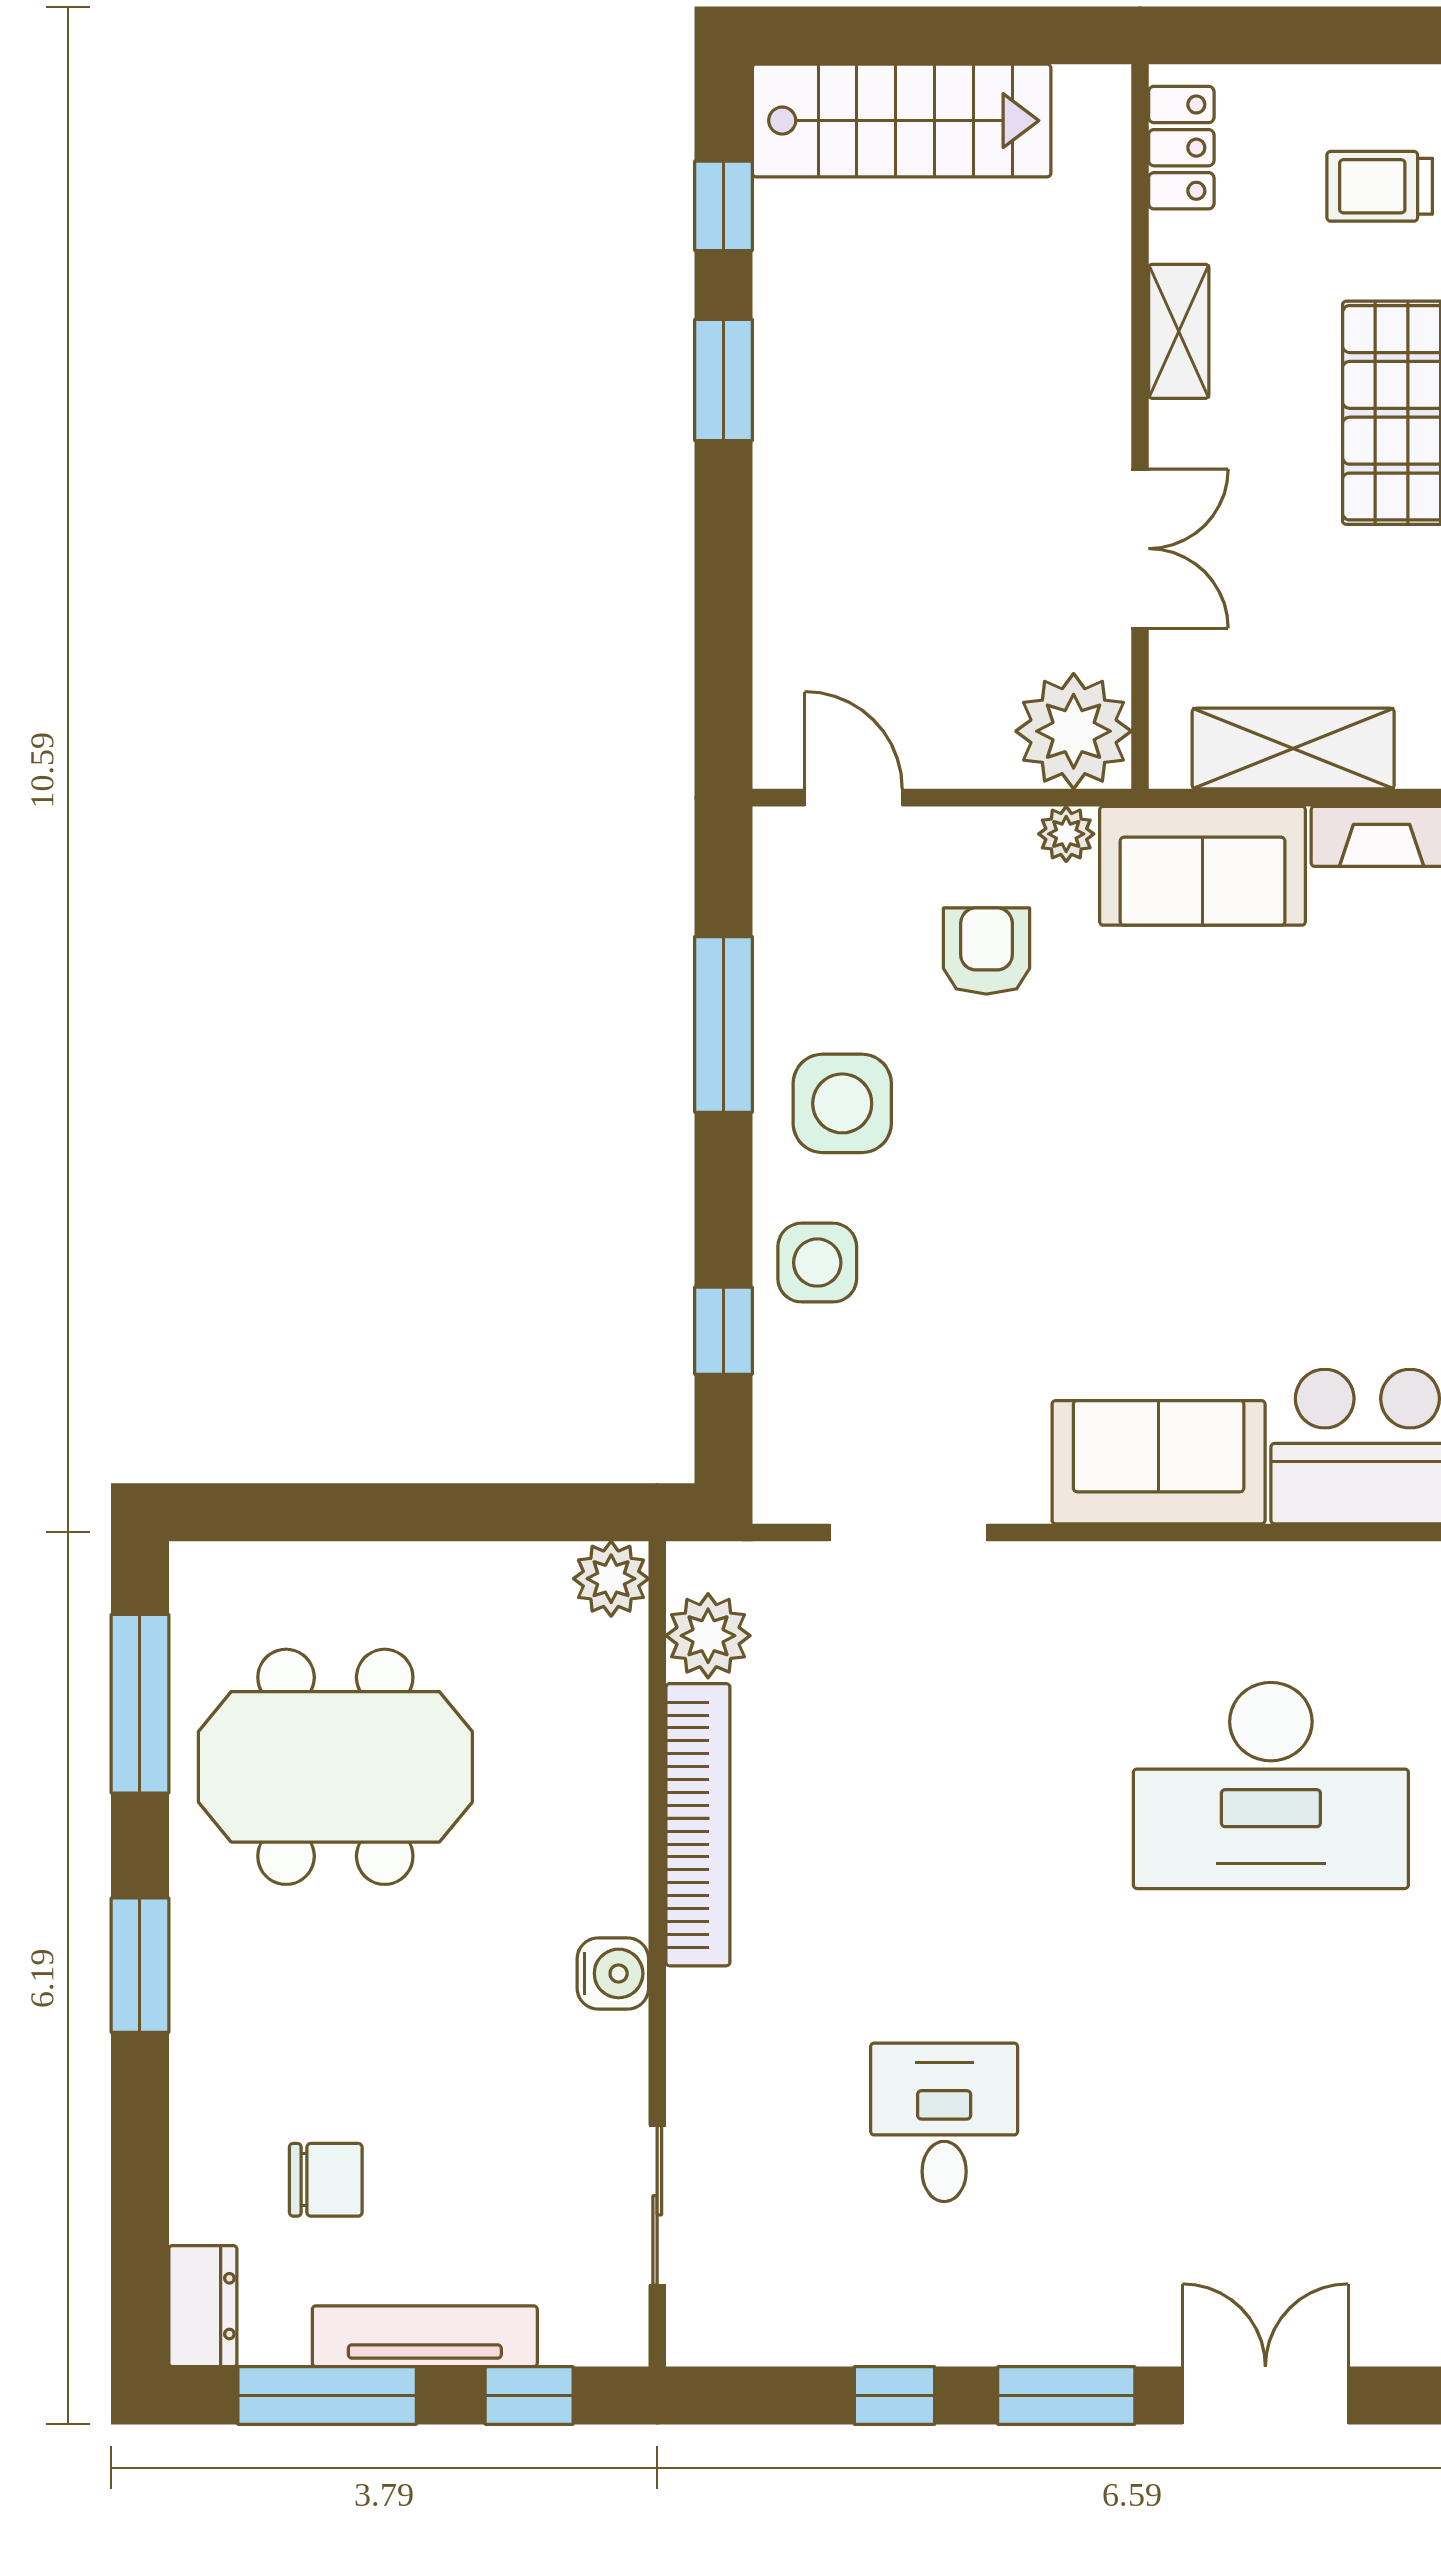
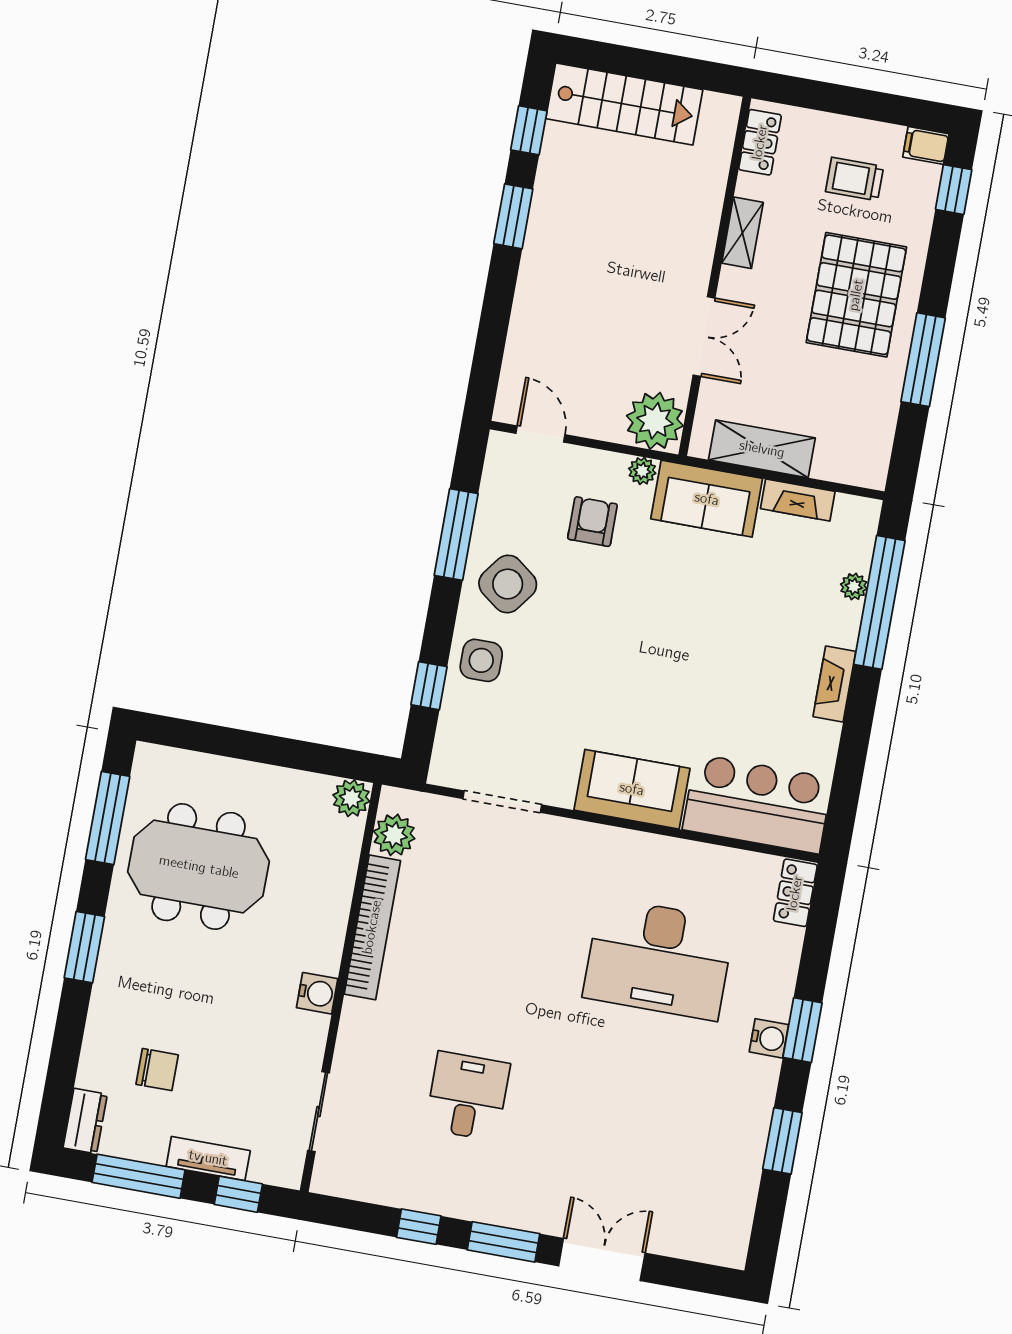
side table: (842, 1103) -> (508, 584), turned 37
tv unit: (425, 2336) -> (208, 1158), width x0.71

